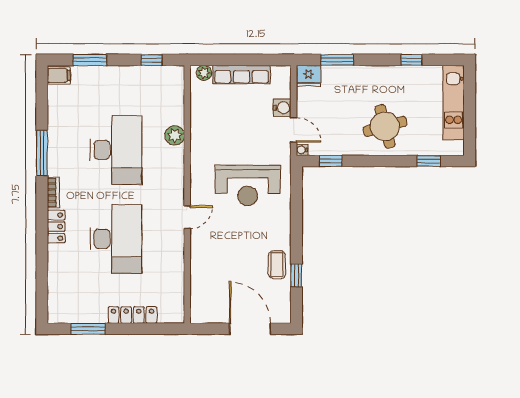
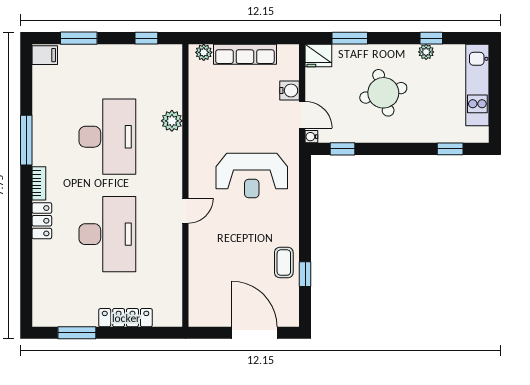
plant: (407, 72) -> (426, 52), added
round table: (385, 126) -> (383, 93), moved

